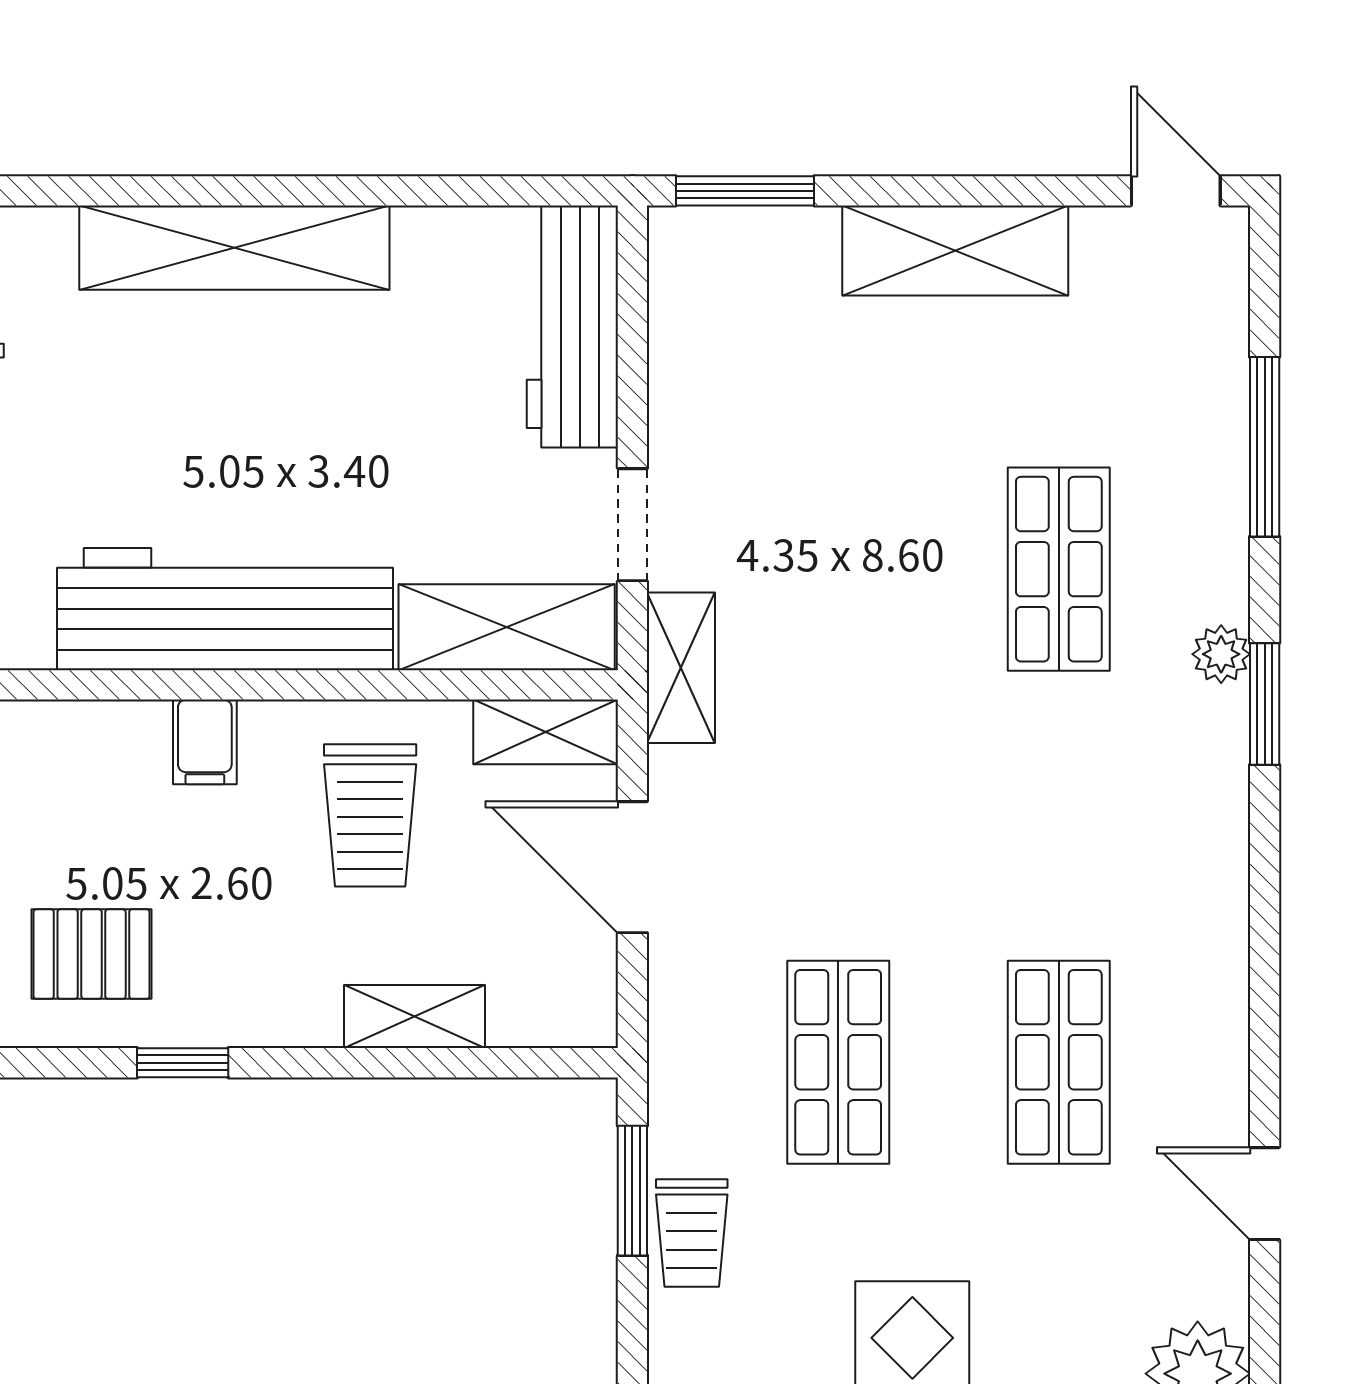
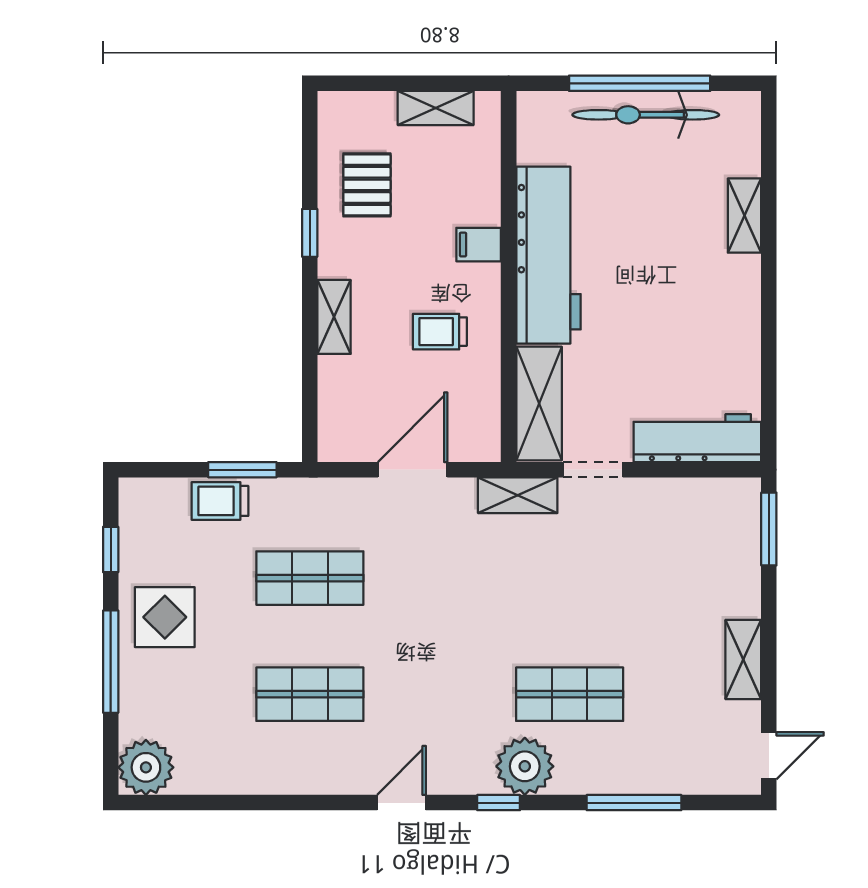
shelving: (234, 248) -> (744, 216), width x0.45, depth x0.75
shelving: (955, 251) -> (743, 660), width x0.67, depth x0.75
plant: (1221, 654) -> (525, 766), width x1.87, depth x1.87
window: (1265, 704) -> (499, 803), width x0.67
shelving: (546, 732) -> (484, 424), removed
trolley: (370, 815) -> (440, 332), width x0.73, depth x0.72
shelving: (414, 1017) -> (334, 317), moved
door: (1265, 1194) -> (401, 803), moved

